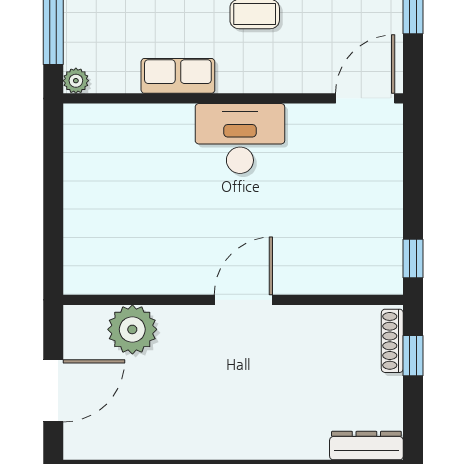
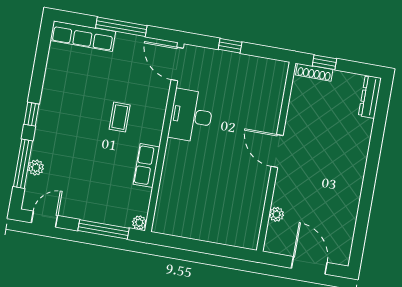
desk: (240, 139) -> (191, 116), moved
window: (413, 258) -> (230, 46), moved
plant: (132, 329) -> (276, 214), width x0.53, depth x0.53

